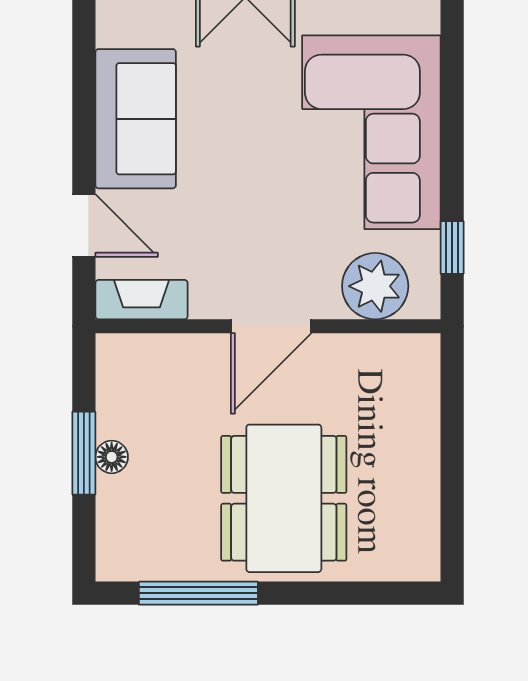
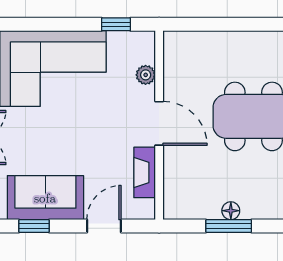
window: (84, 98) -> (34, 226), added
plant: (375, 286) -> (146, 75), width x0.53, depth x0.53
fireplace: (141, 300) -> (145, 172), moved

